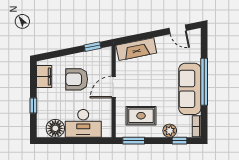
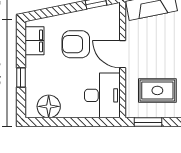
door: (114, 87) -> (123, 54), hinge flipped
desk: (83, 123) -> (102, 95), moved, turned -90

